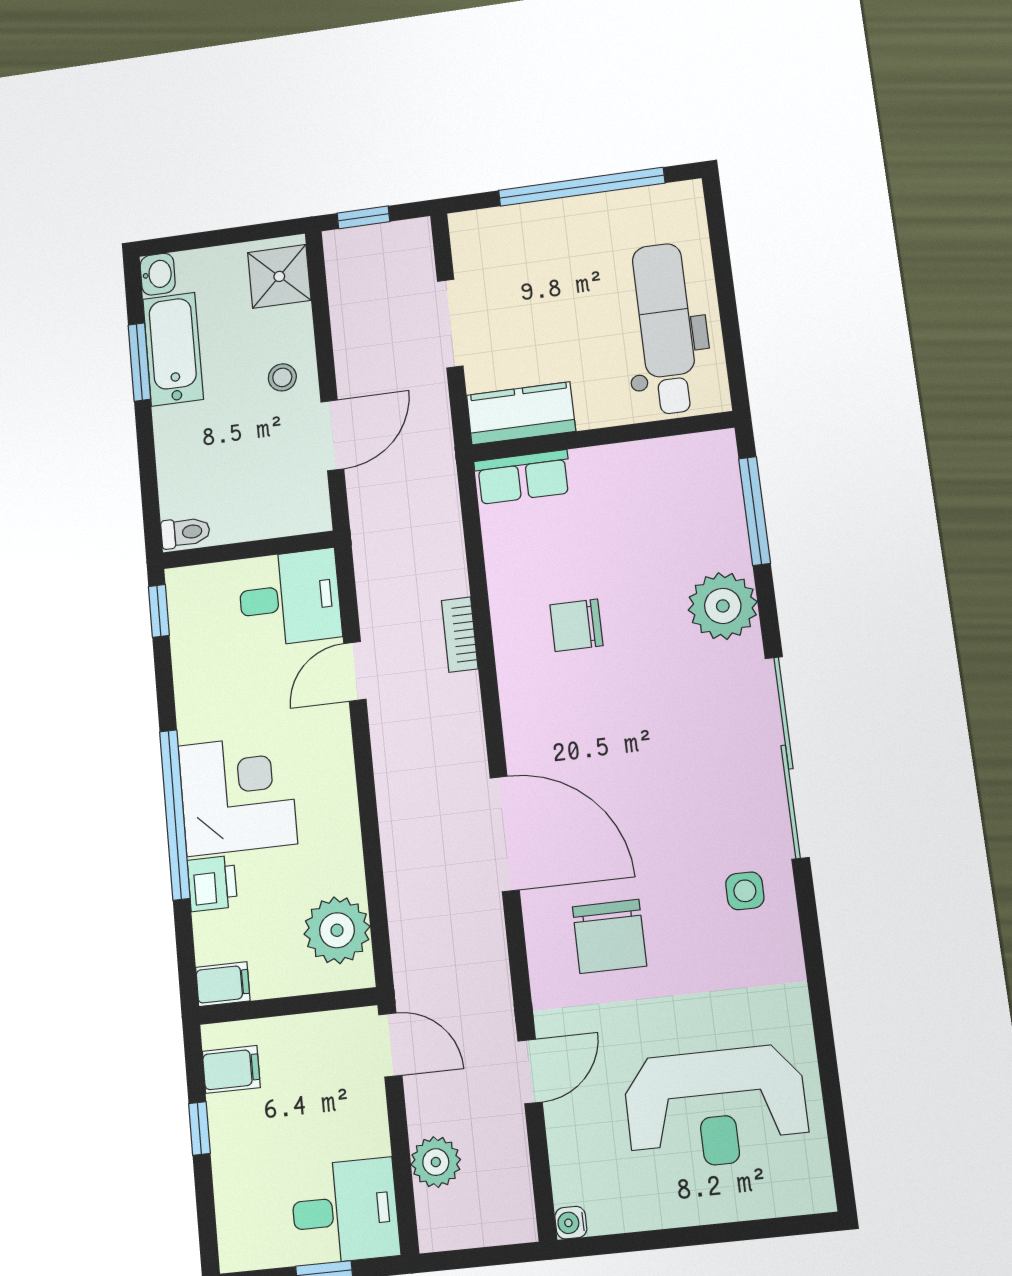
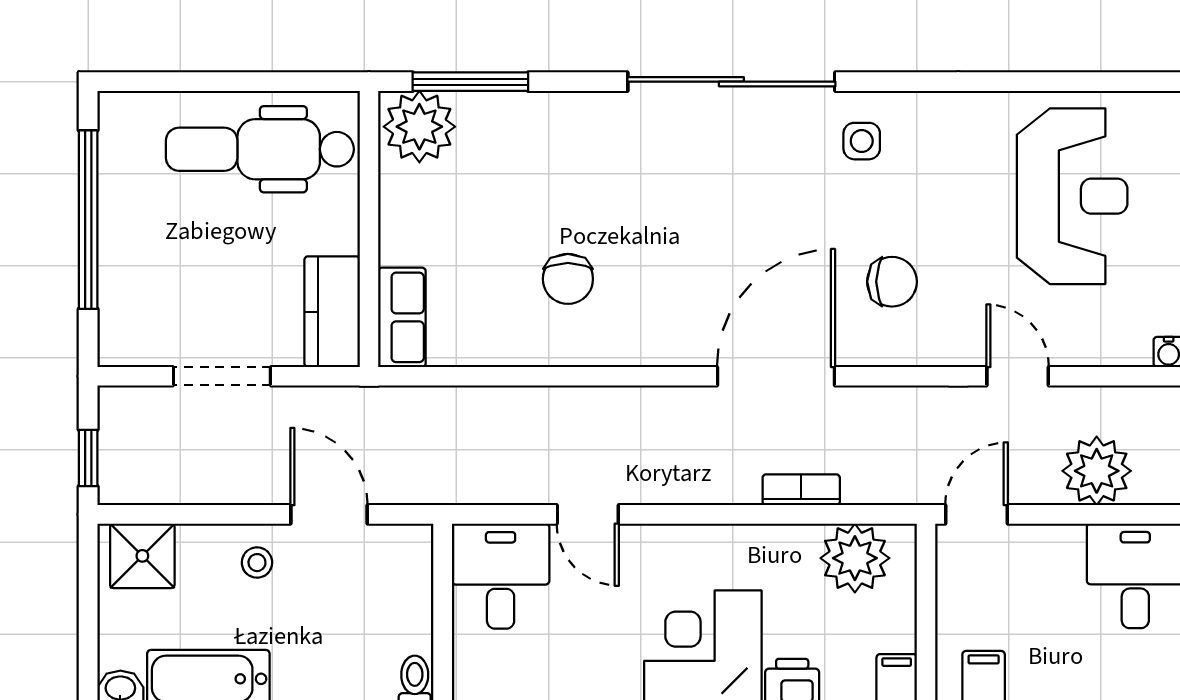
plant: (723, 606) -> (419, 127), moved
bookcase: (460, 635) -> (801, 490), moved, turned 180
chair: (609, 936) -> (892, 282), width x0.73, depth x0.73
plant: (436, 1162) -> (1097, 471), width x1.36, depth x1.36

